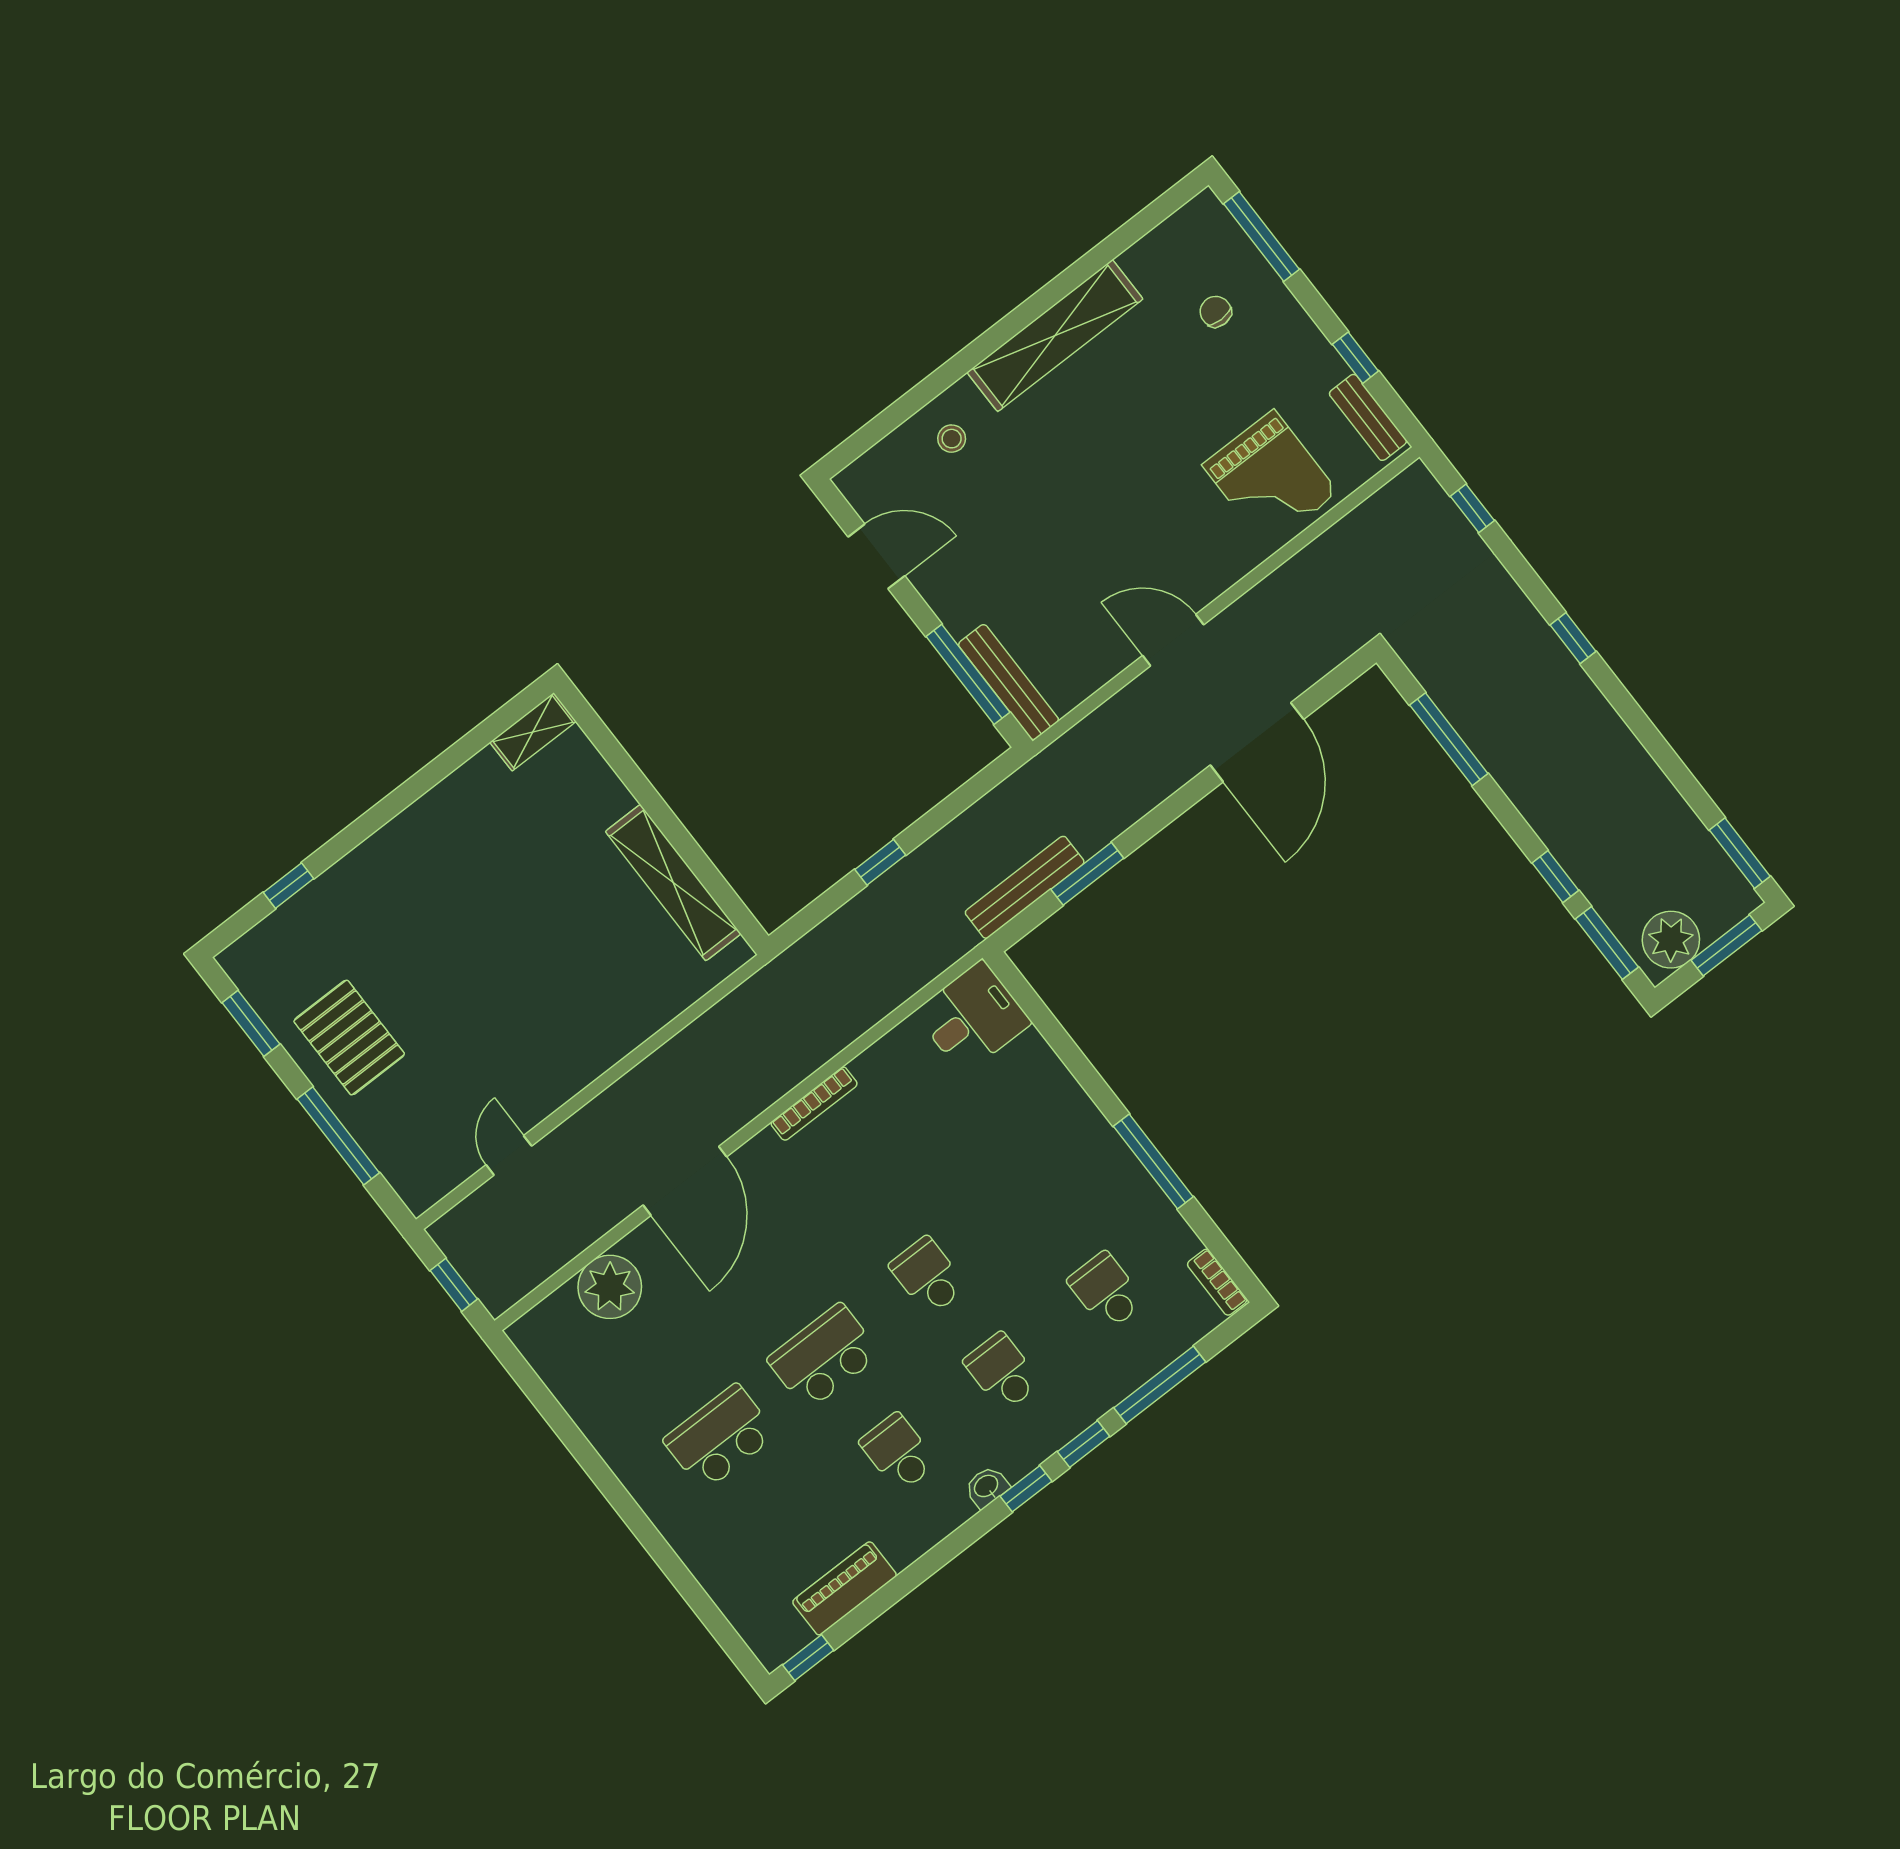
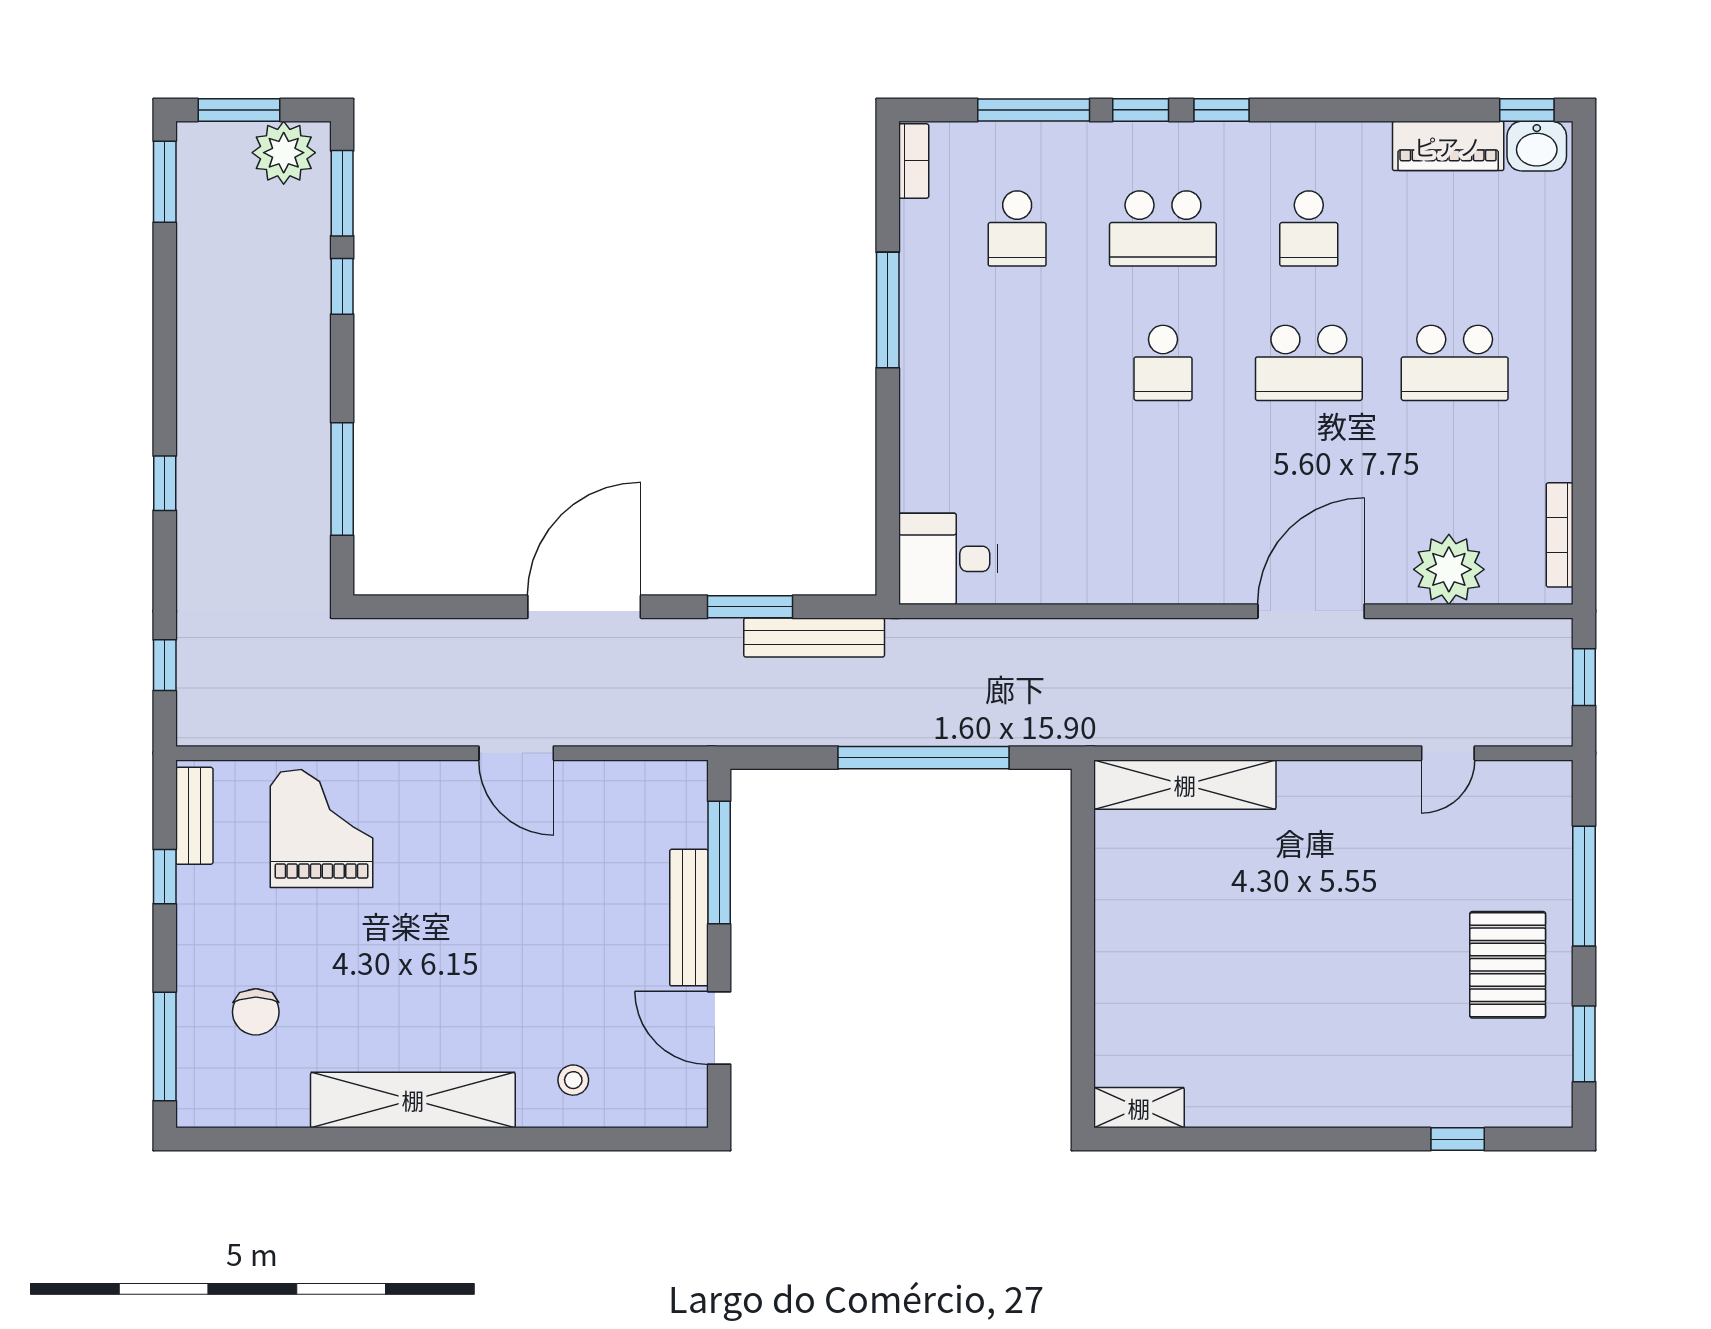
chair: (1216, 312) -> (256, 1012), width x1.37, depth x1.37
bench: (1008, 682) -> (689, 918), moved
door: (1257, 742) -> (584, 607), moved
window: (880, 862) -> (924, 758), width x3.17
shelving: (673, 883) -> (1185, 785), moved, turned 90
bookcase: (814, 1104) -> (1560, 535), moved, turned -90
school desk: (1002, 1372) -> (1163, 228), width x1.85
washbasin: (987, 1487) -> (1537, 146), moved, width x1.38, depth x1.45

